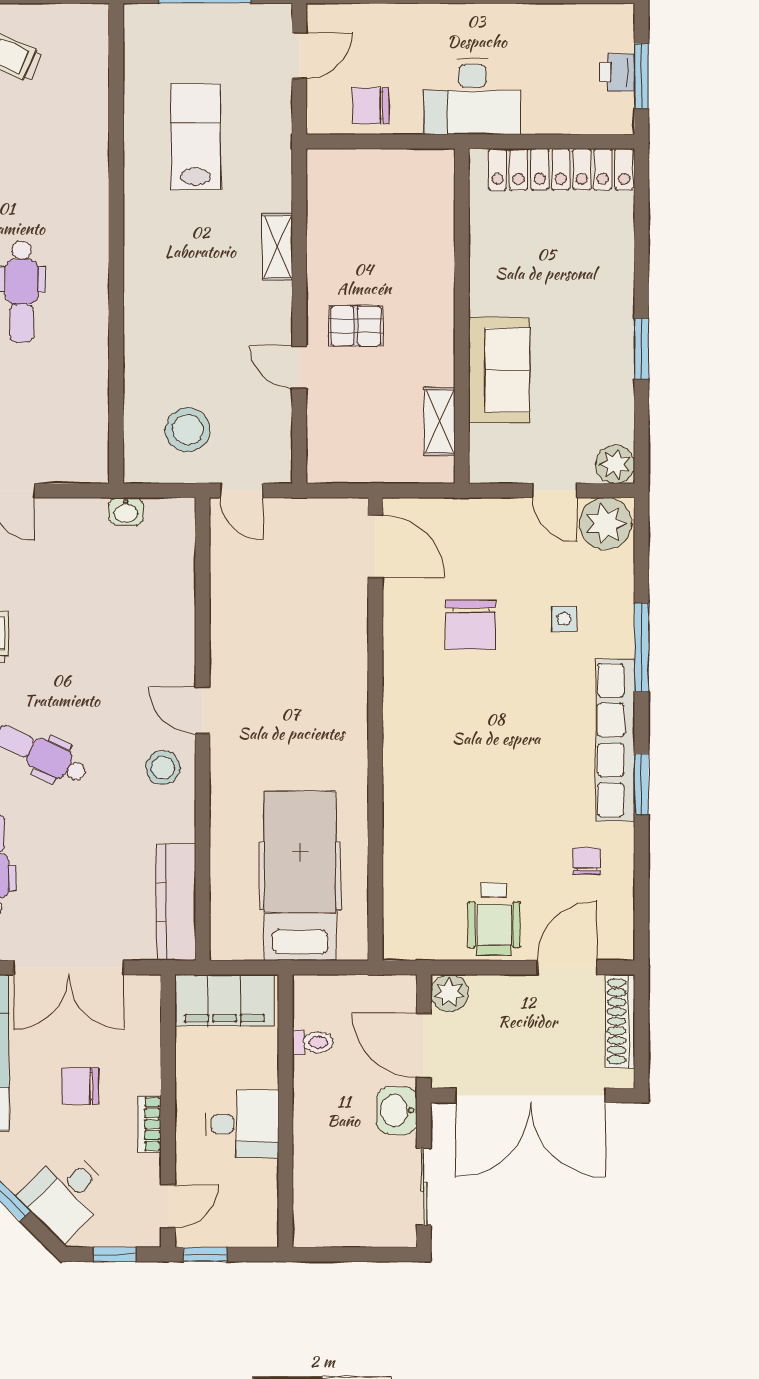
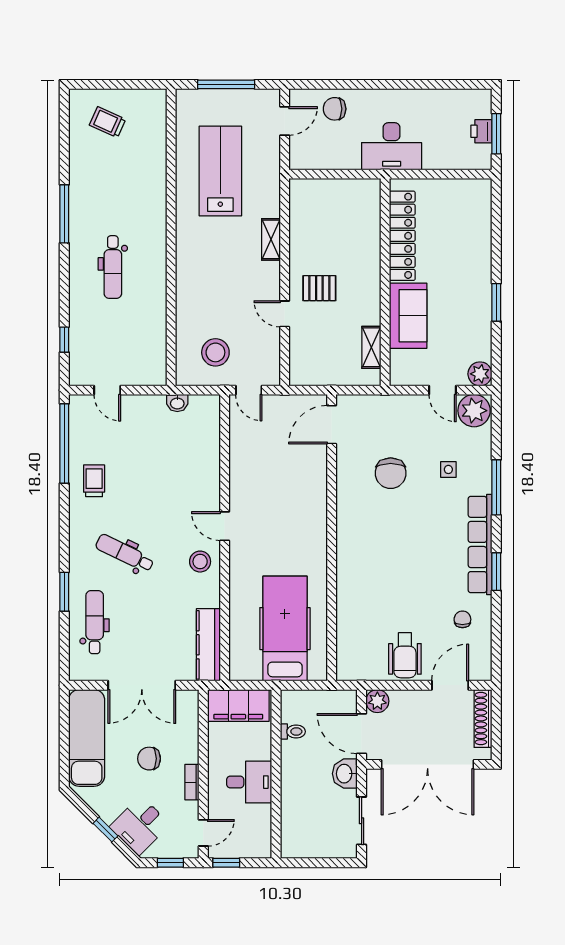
chair: (370, 106) -> (335, 109), moved
lab bench: (196, 136) -> (220, 171), width x1.36, depth x1.39
locker: (561, 169) -> (402, 236), moved, turned -90
door: (375, 546) -> (332, 425), swing flipped

